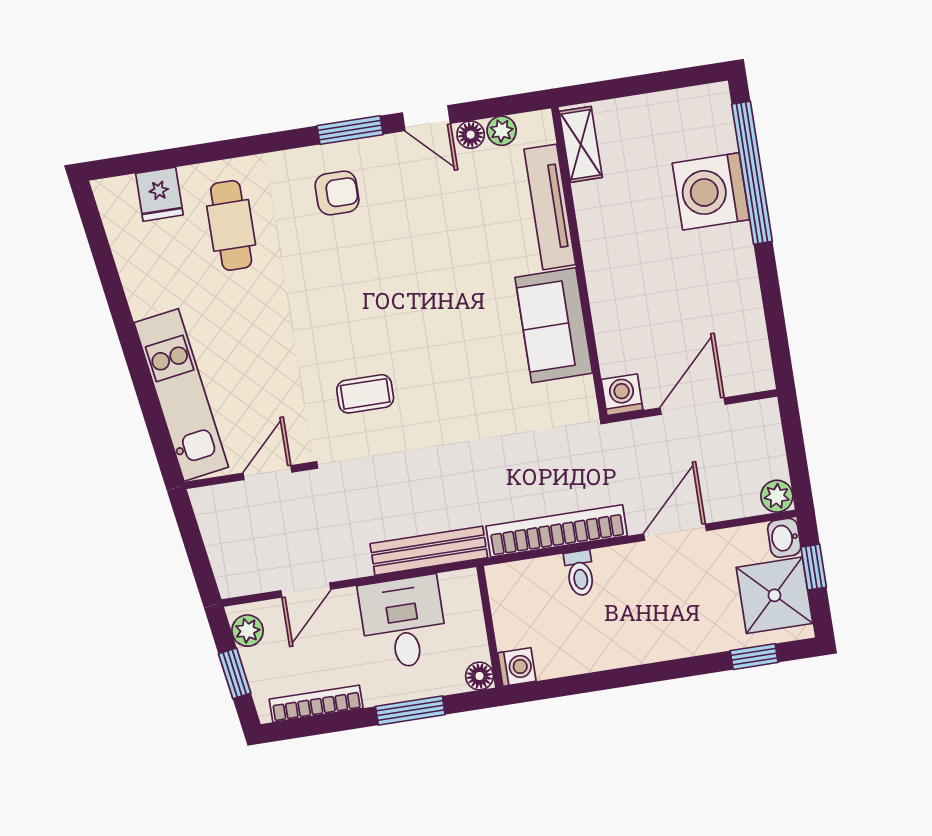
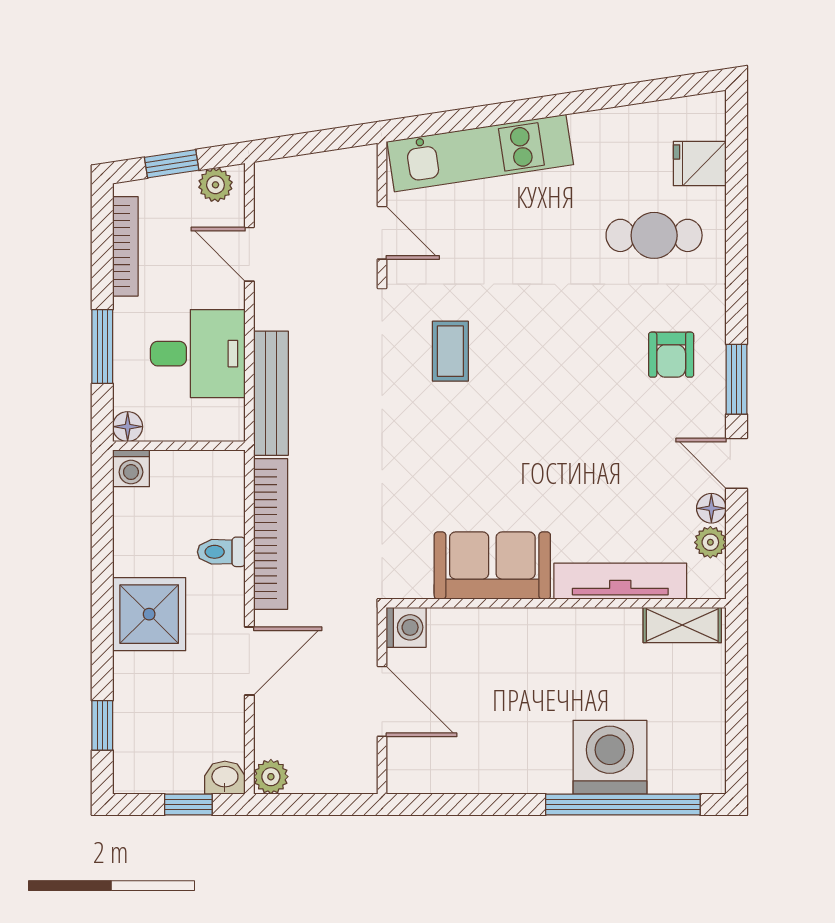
door: (426, 118) -> (737, 463), hinge flipped
door: (675, 532) -> (249, 661), hinge flipped
shower: (774, 595) -> (149, 614), moved

